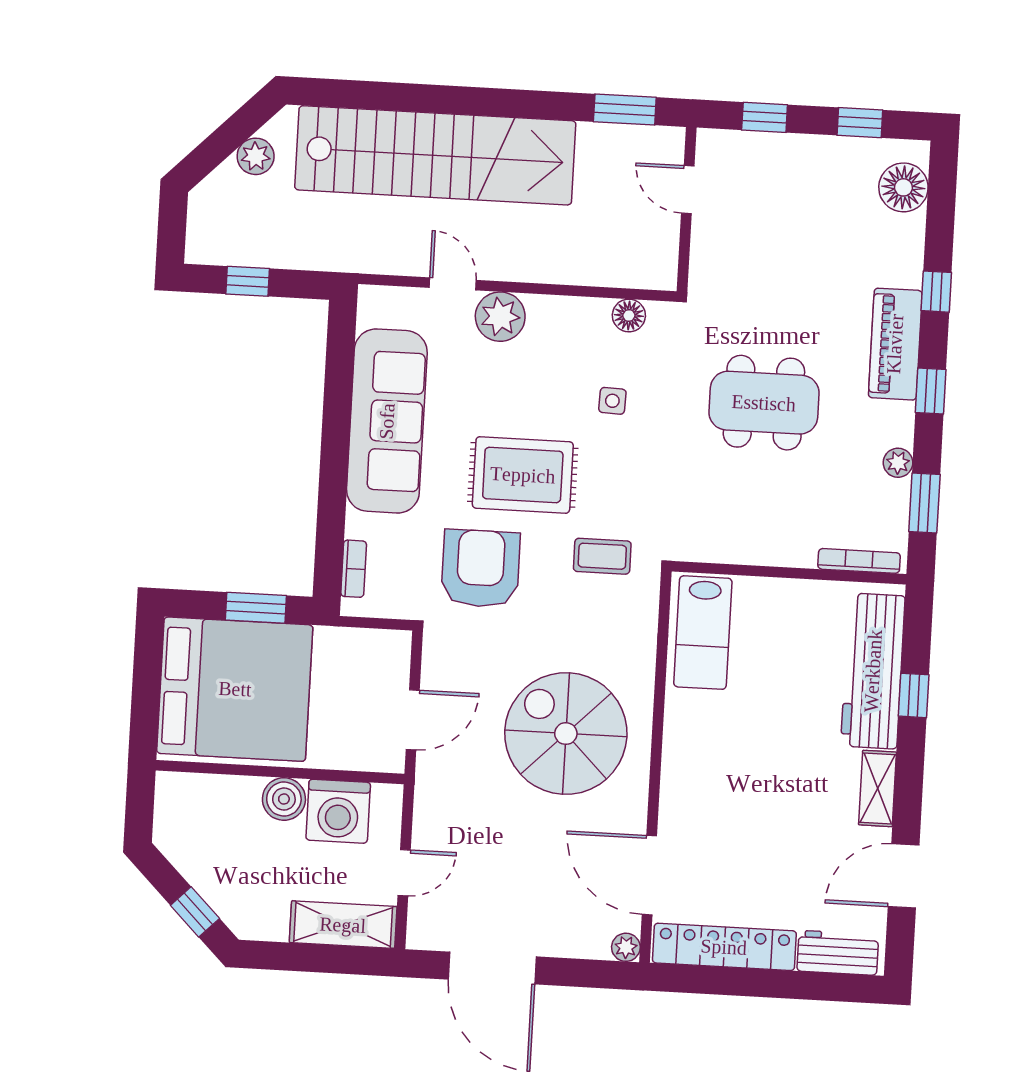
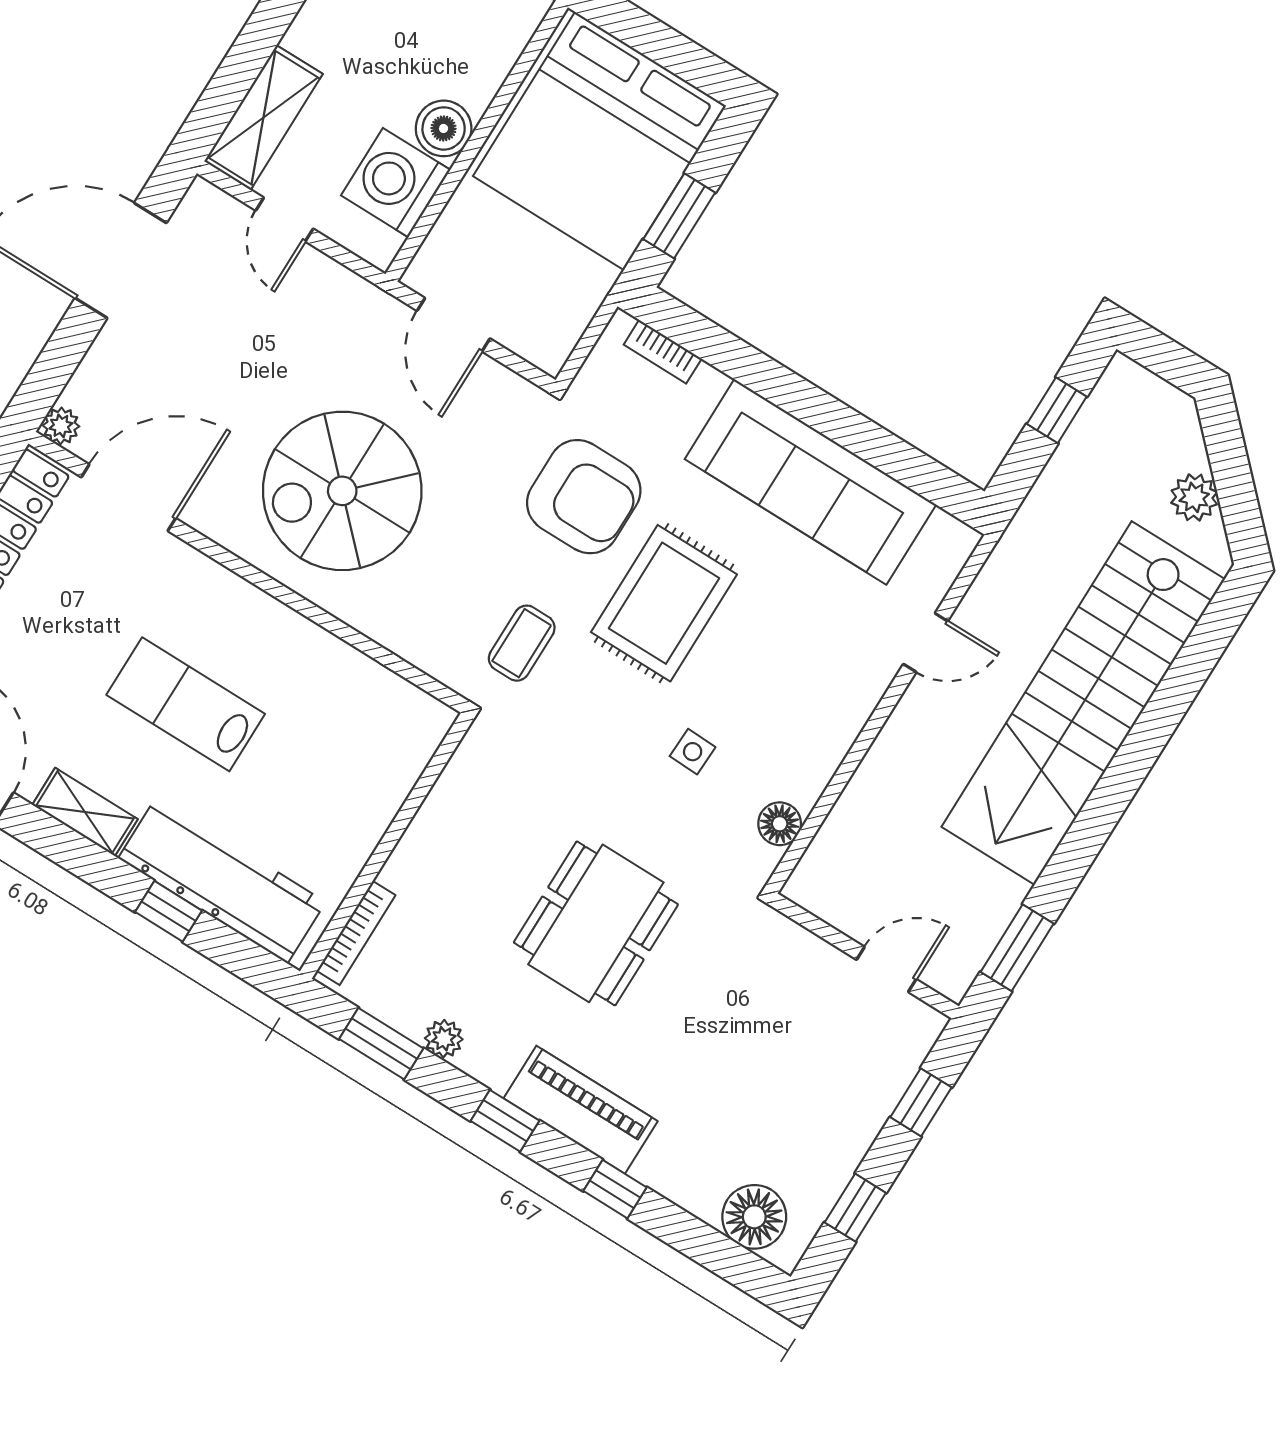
plant: (500, 317) -> (859, 676), removed
lab bench: (703, 633) -> (186, 704), moved
spiral stairs: (566, 734) -> (342, 491), turned 180

